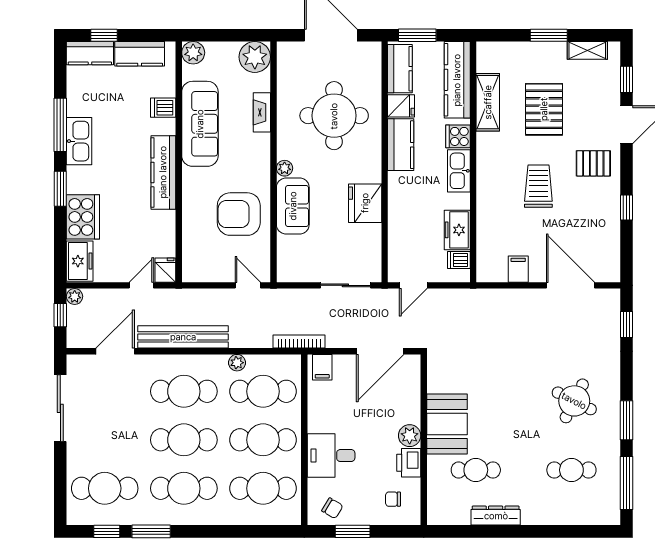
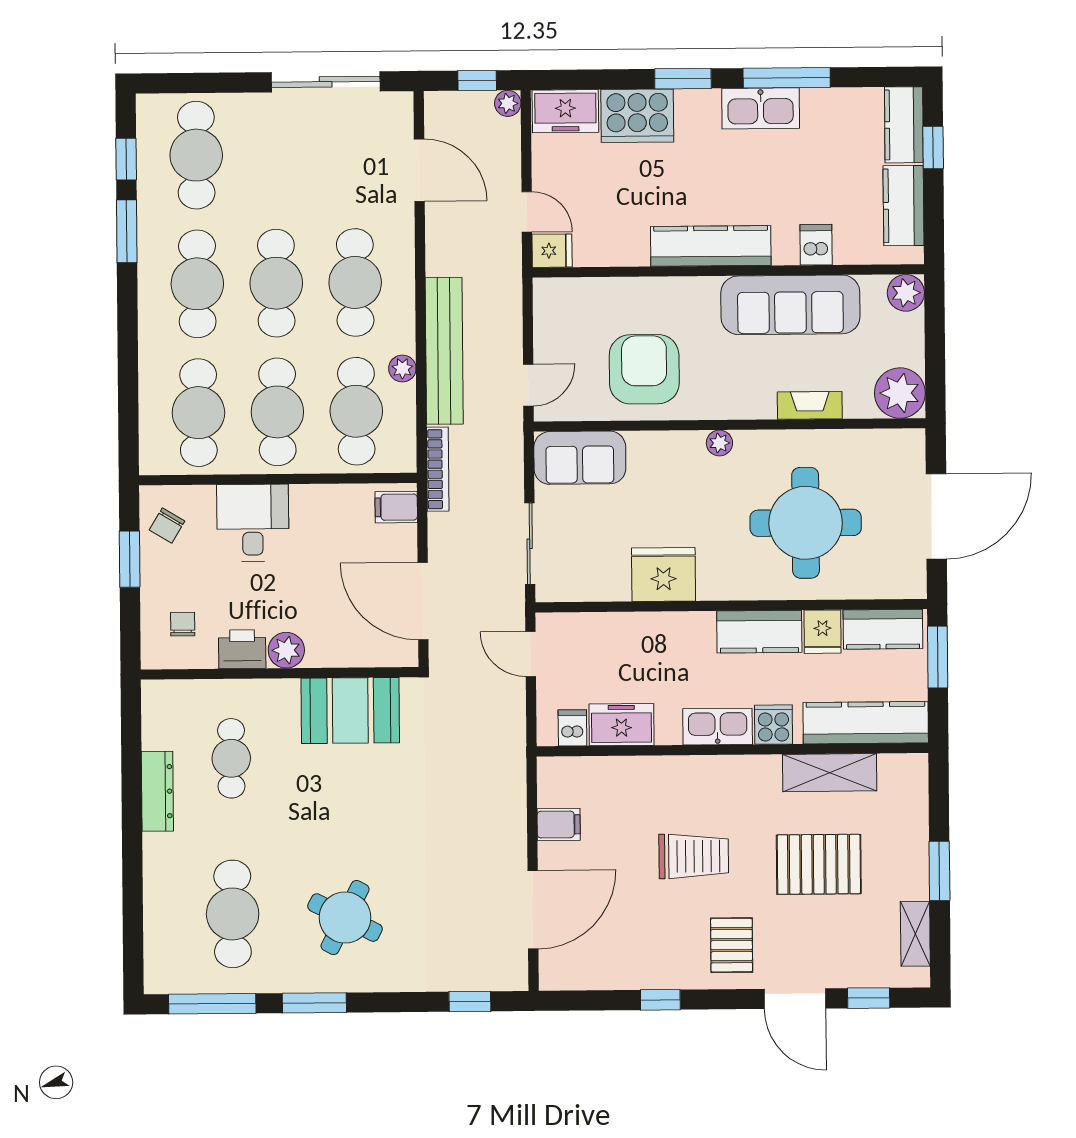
sofa: (293, 206) -> (580, 458), moved
bench: (183, 337) -> (444, 351), moved
booth: (447, 424) -> (350, 711), moved
cafe table: (571, 470) -> (233, 914), width x1.37, depth x1.35

